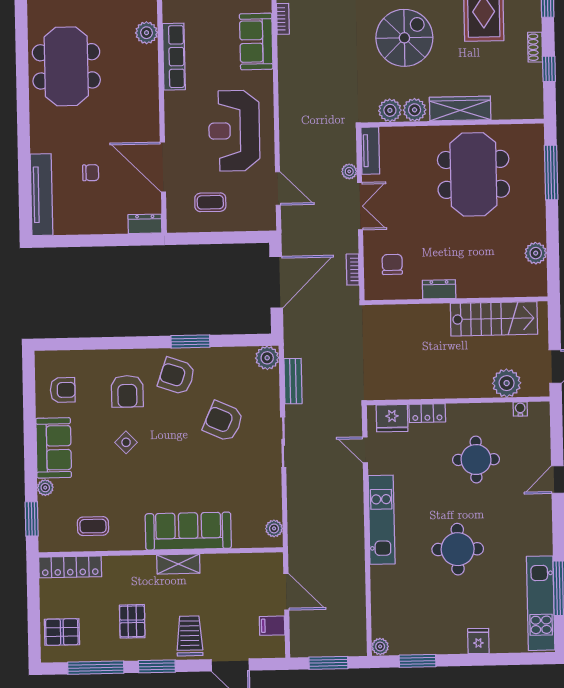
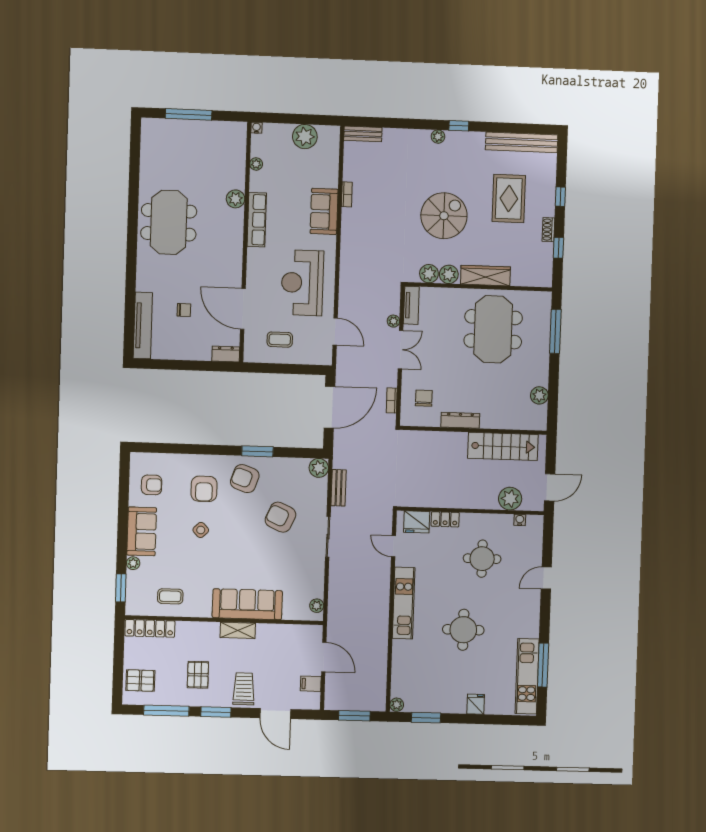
dresser: (439, 289) -> (460, 420), width x1.44

